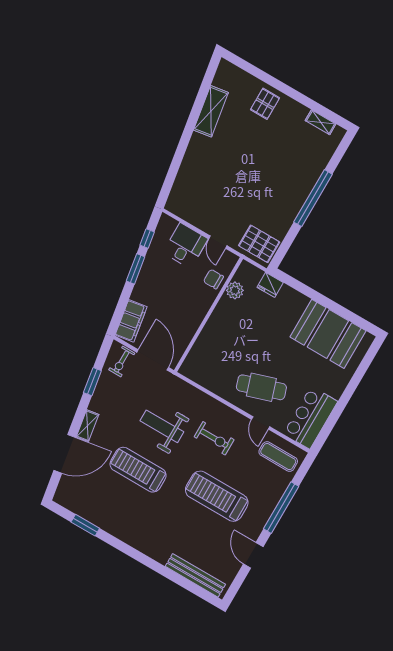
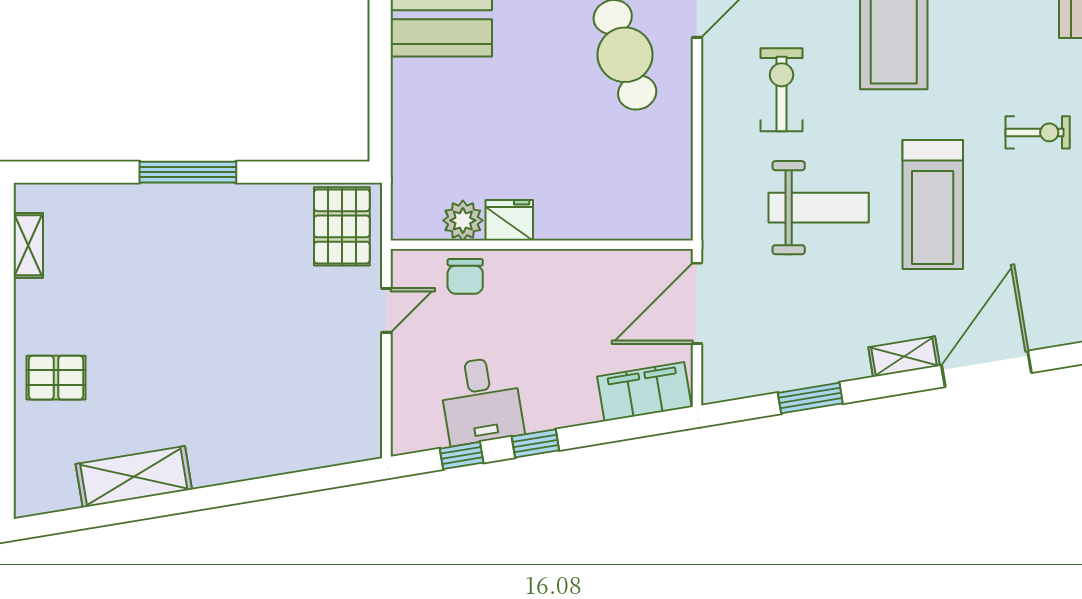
window: (313, 198) -> (188, 172), width x0.68
desk: (185, 246) -> (481, 400), moved, turned -99
window: (136, 269) -> (535, 443), width x0.67
fridge: (270, 285) -> (509, 220), moved, turned -90
exercise bike: (122, 361) -> (1038, 132), moved
weight bench: (162, 426) -> (819, 208), turned -90
door: (65, 454) -> (987, 369), hinge flipped

